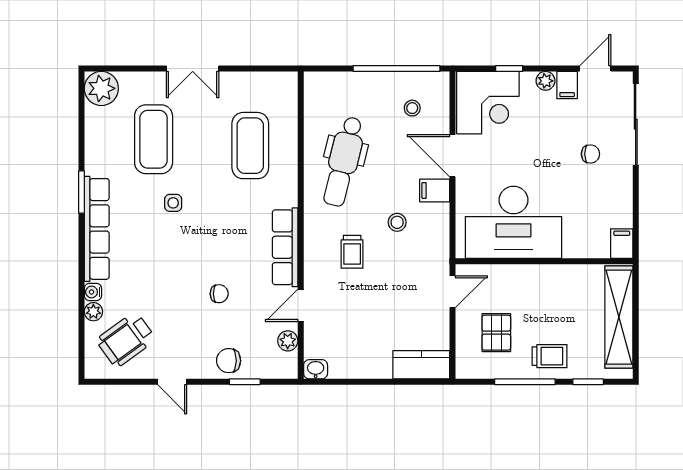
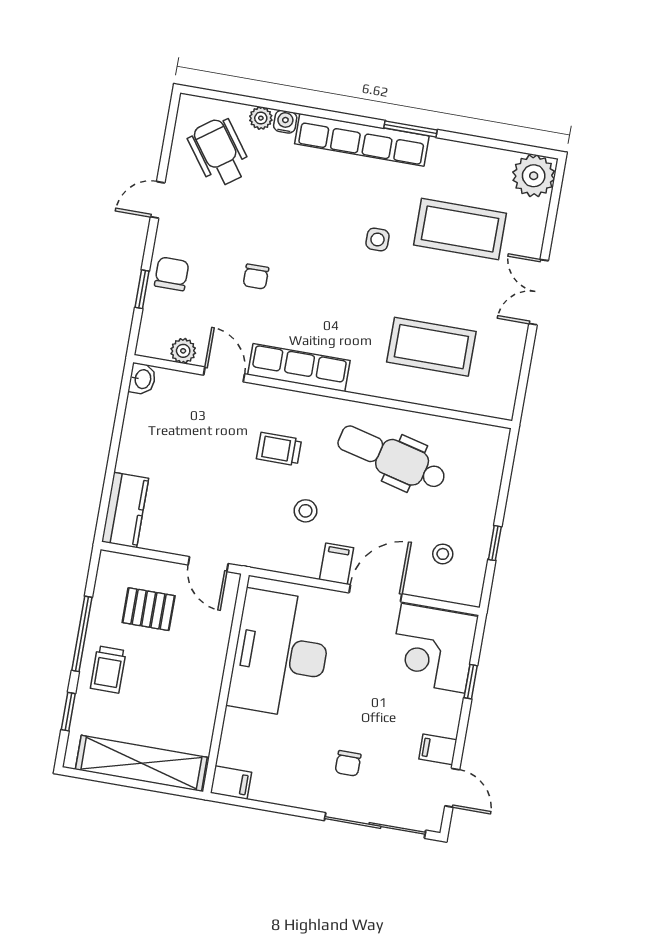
window: (396, 69) -> (495, 543), width x0.32
plant: (545, 81) -> (448, 724), removed

